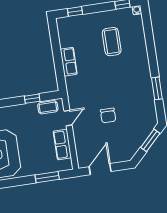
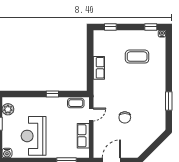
coffee table: (112, 42) -> (137, 57), turned 90
window: (32, 99) -> (52, 94), moved
window: (150, 140) -> (157, 143), removed

